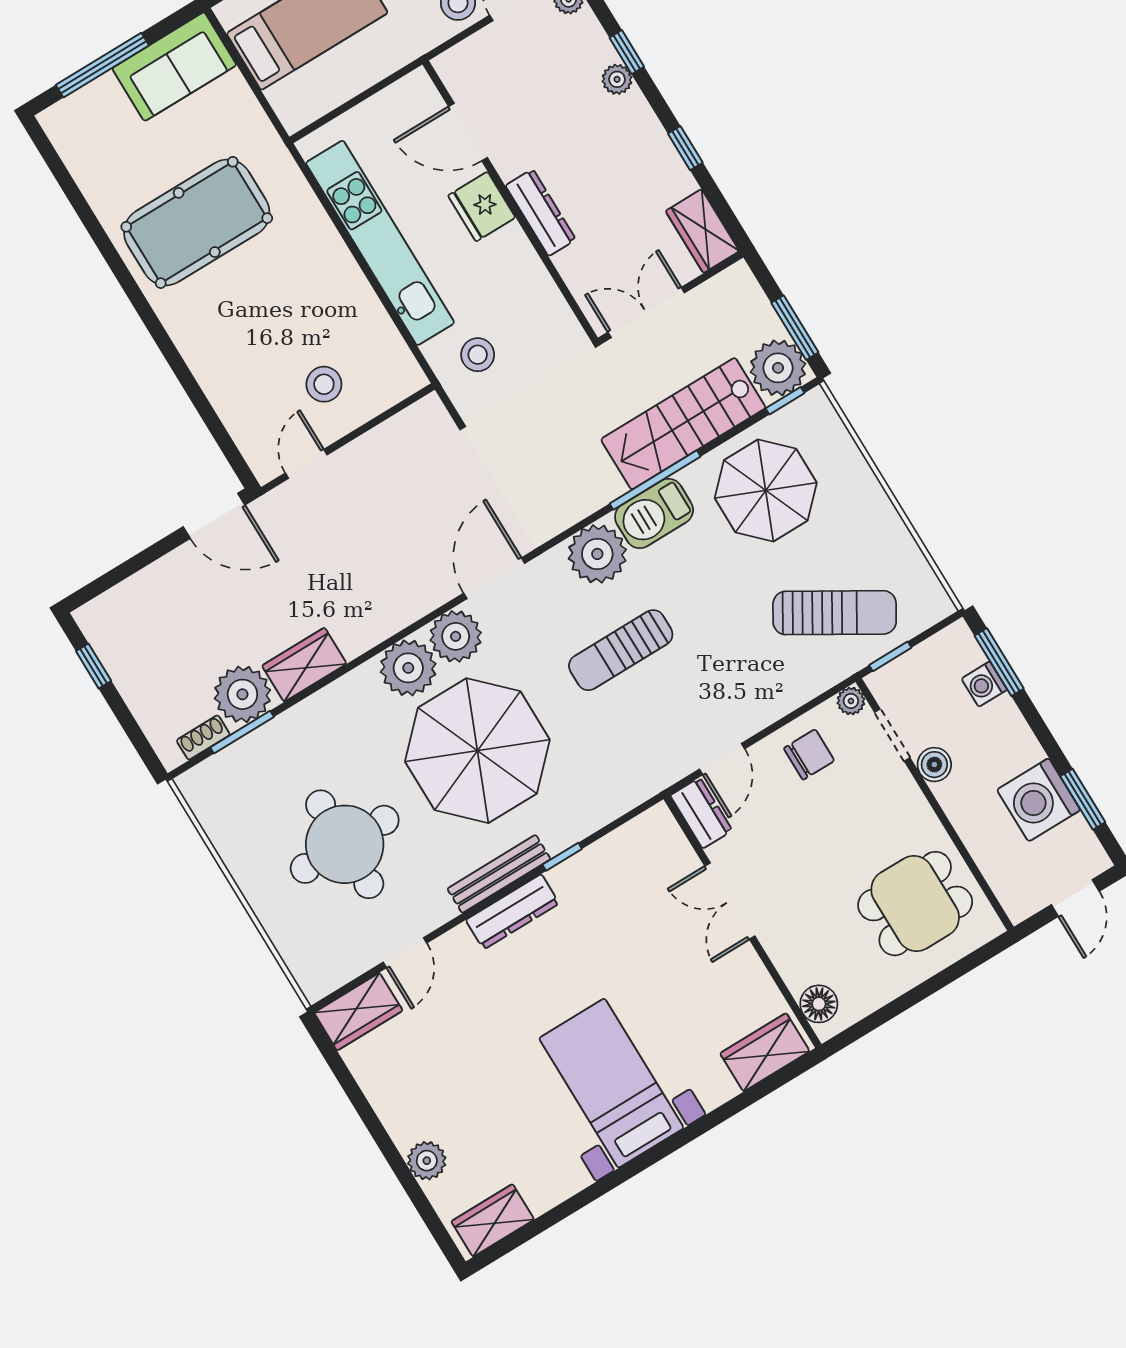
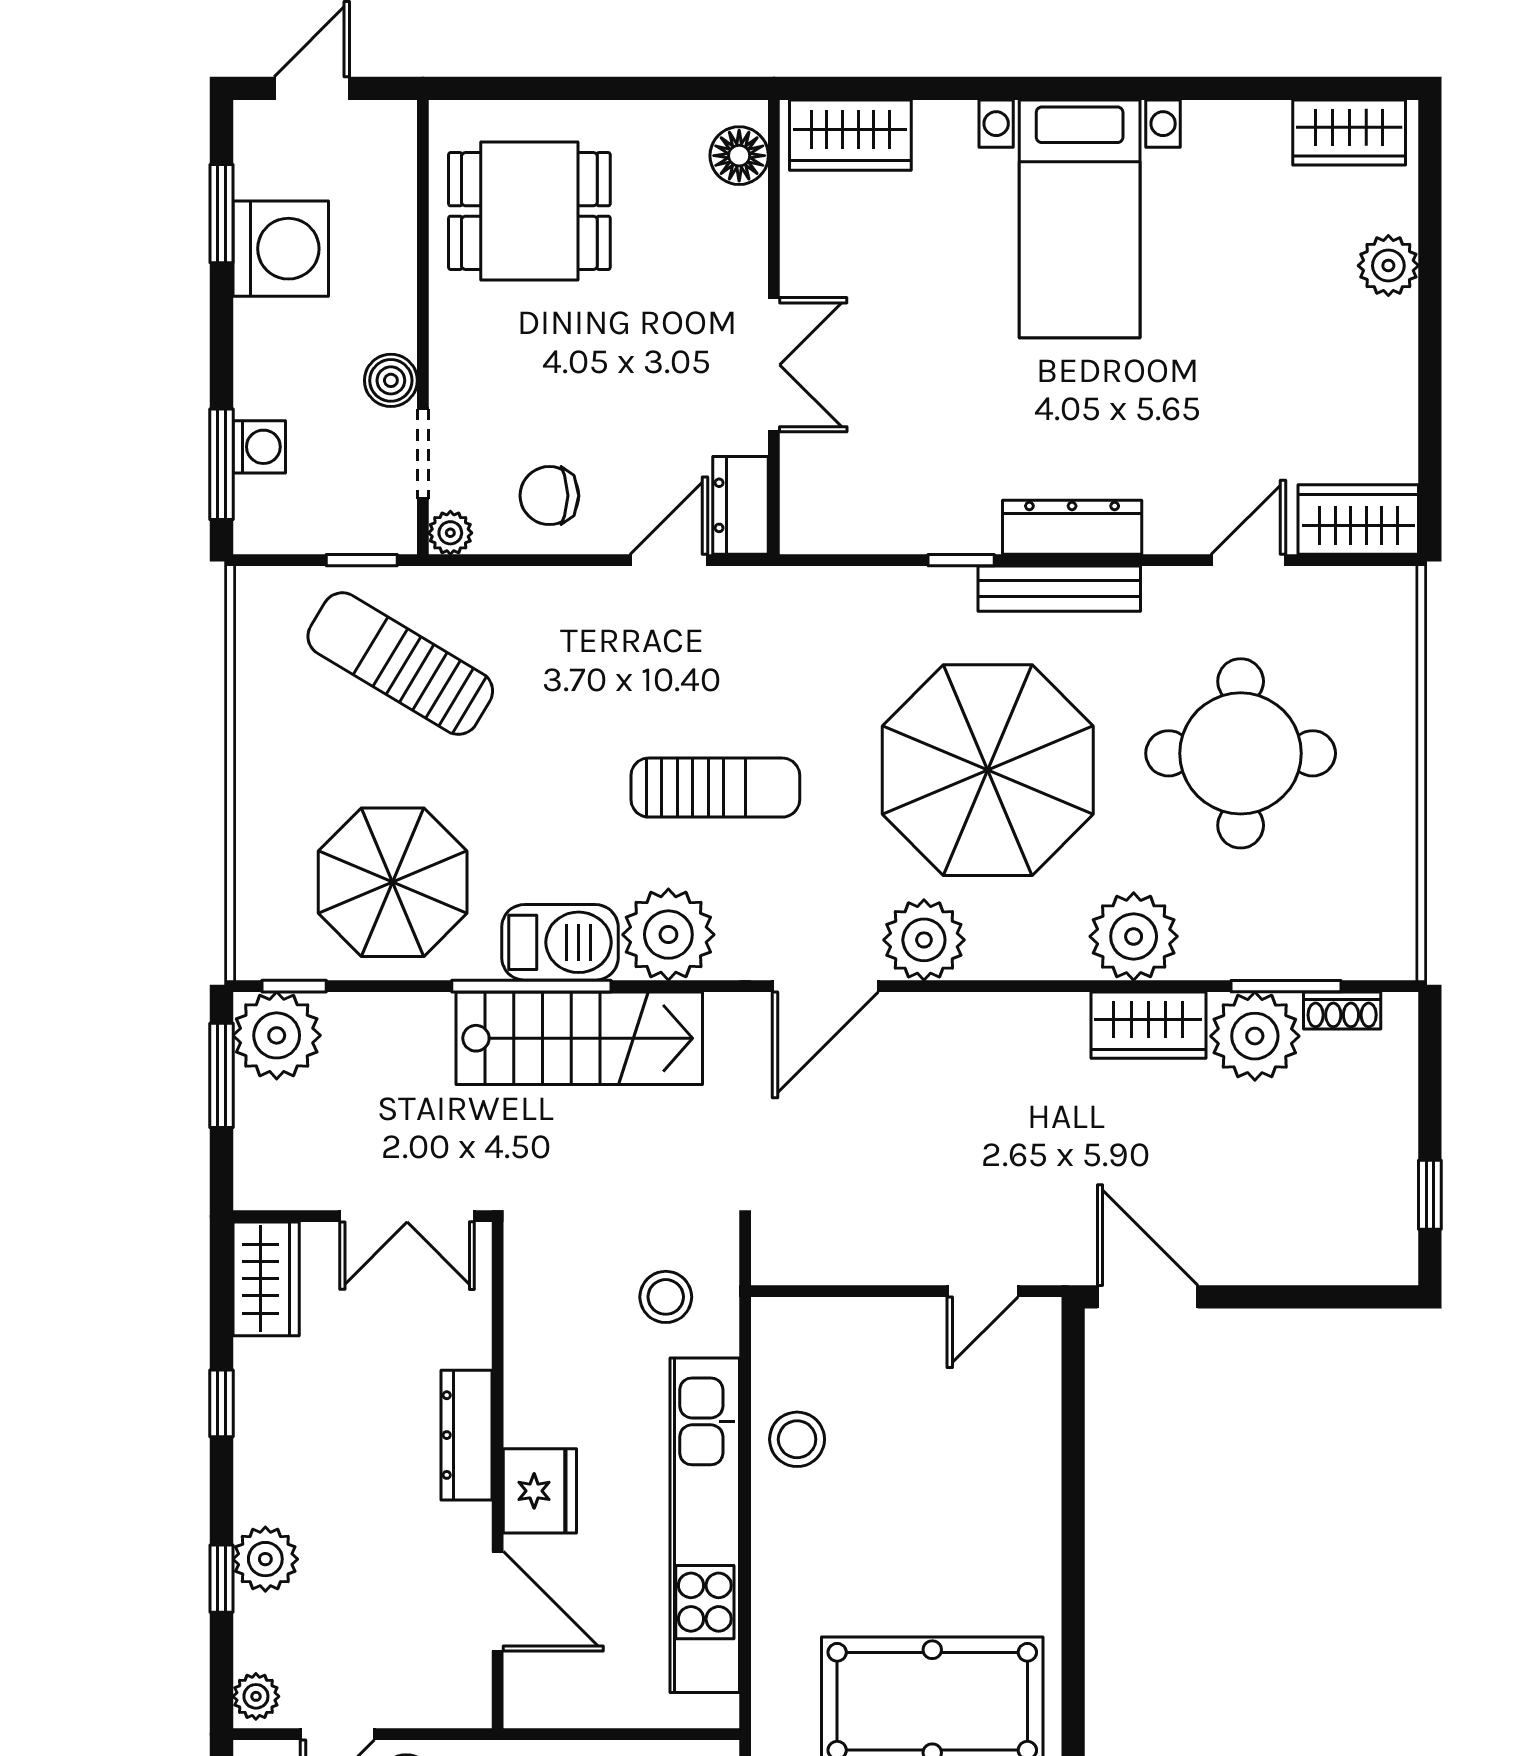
plant: (617, 79) -> (265, 1559), width x1.38, depth x1.38
stool: (324, 384) -> (797, 1439), moved
stairs: (683, 424) -> (579, 1038), moved
plant: (408, 668) -> (1134, 936), moved

